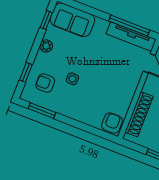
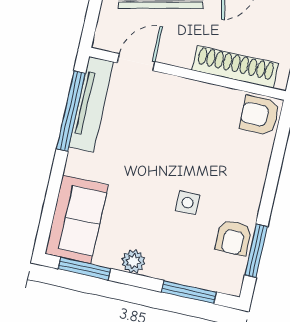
window: (46, 20) -> (84, 269), width x1.50
window: (26, 72) -> (189, 292), width x1.50
armchair: (45, 83) -> (234, 238), moved

